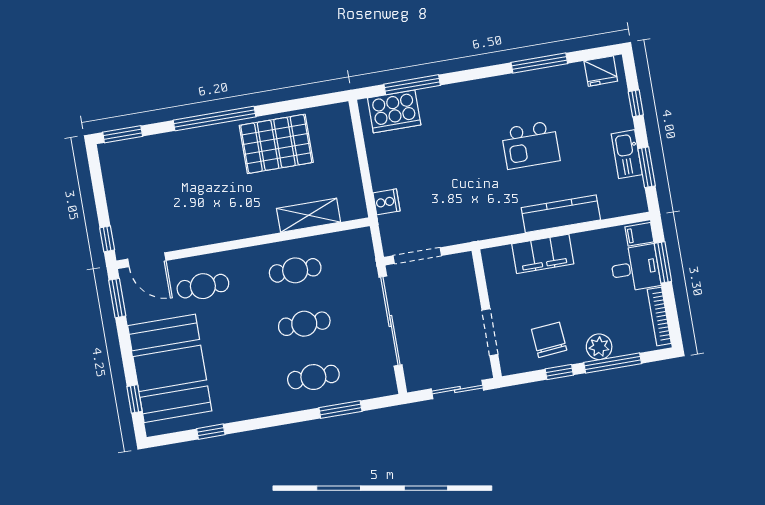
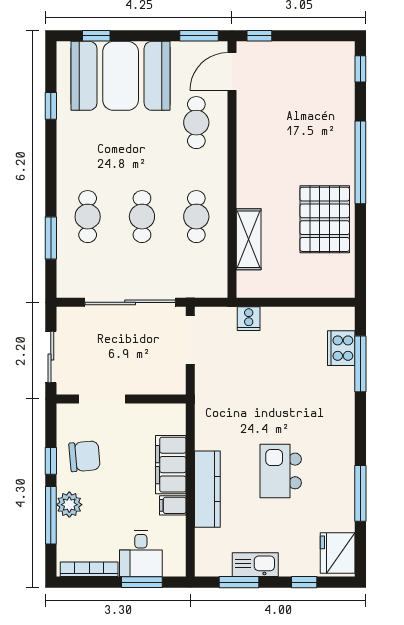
fridge: (601, 71) -> (338, 553), width x1.36, depth x1.34
cooker: (394, 111) -> (341, 348), width x0.73, depth x0.76
window: (123, 134) -> (360, 69), width x0.67
filing cabinet: (639, 234) -> (173, 505), moved, turned -90

